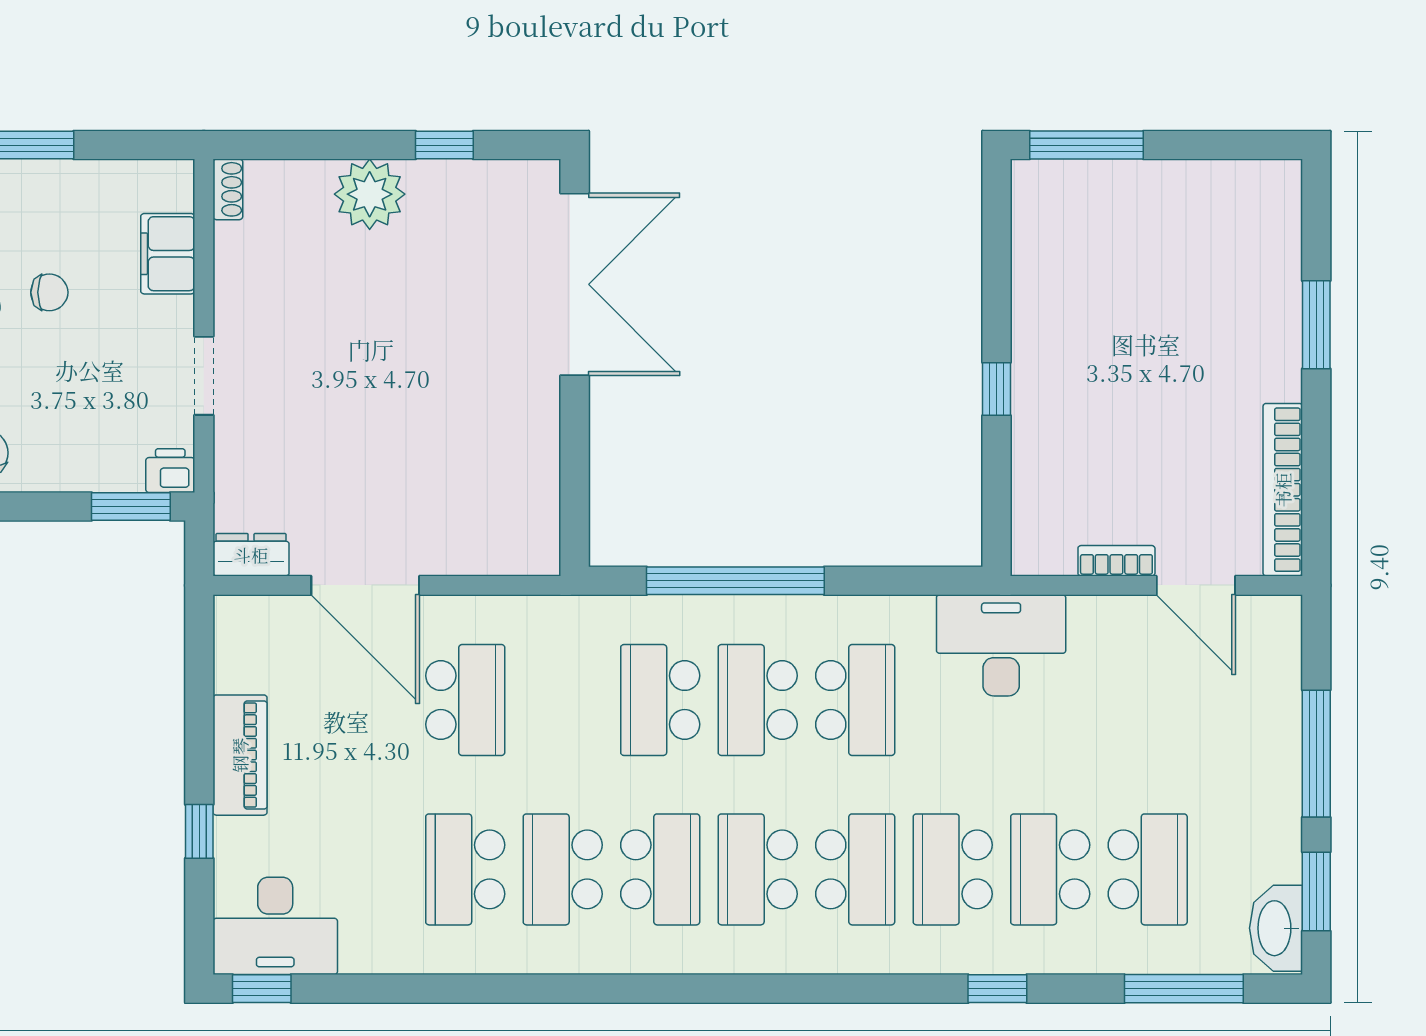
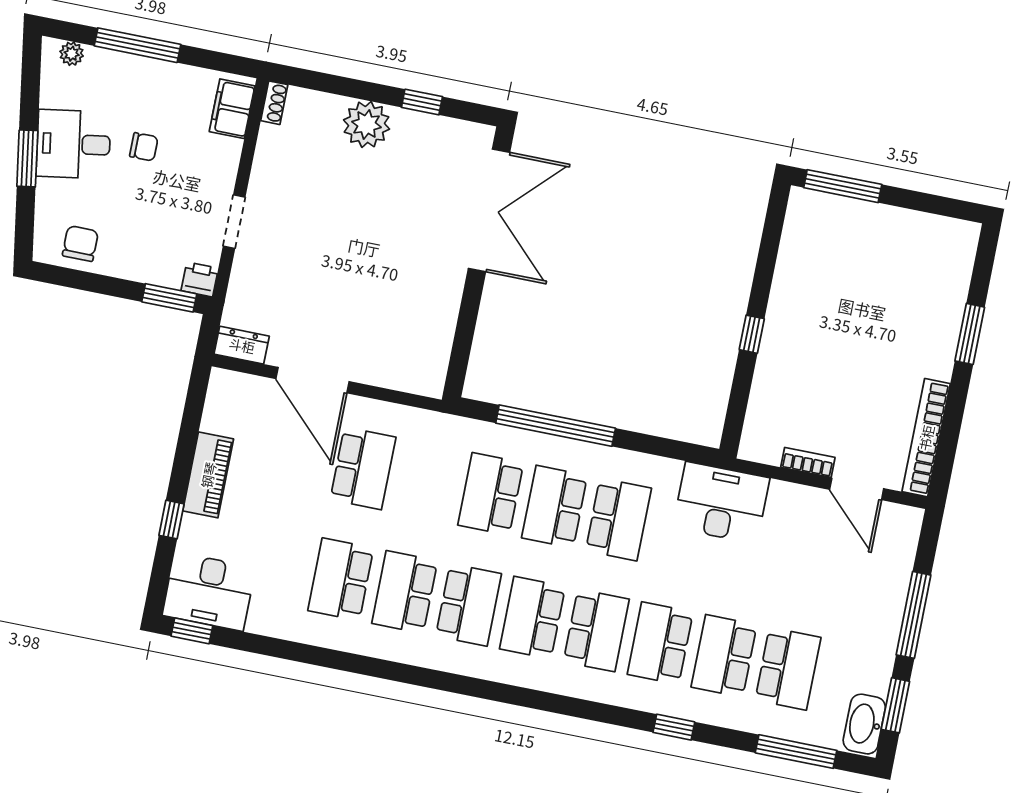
filing cabinet: (168, 254) -> (232, 109), moved

